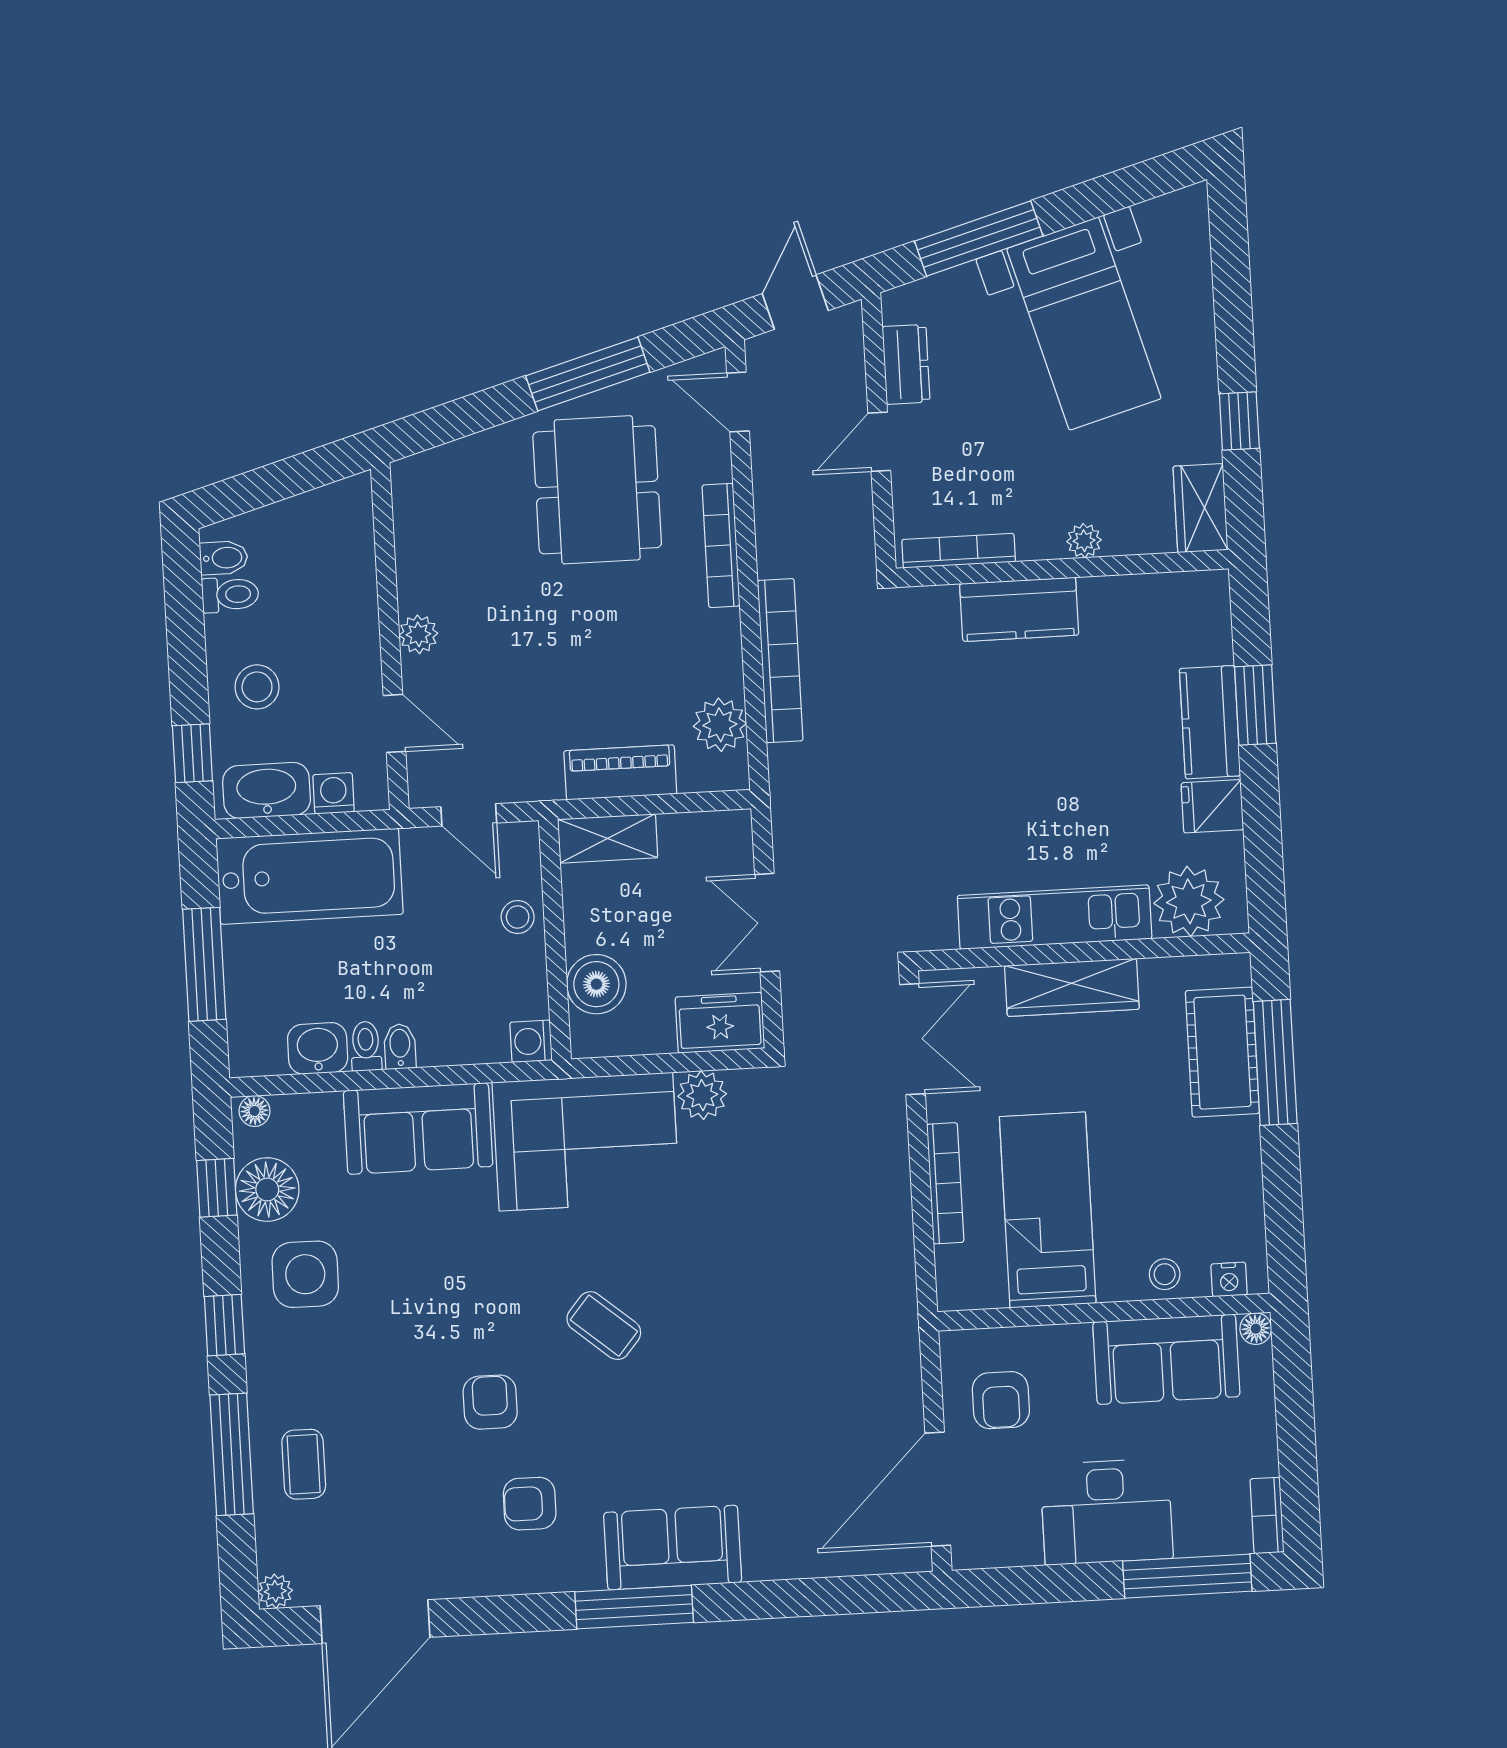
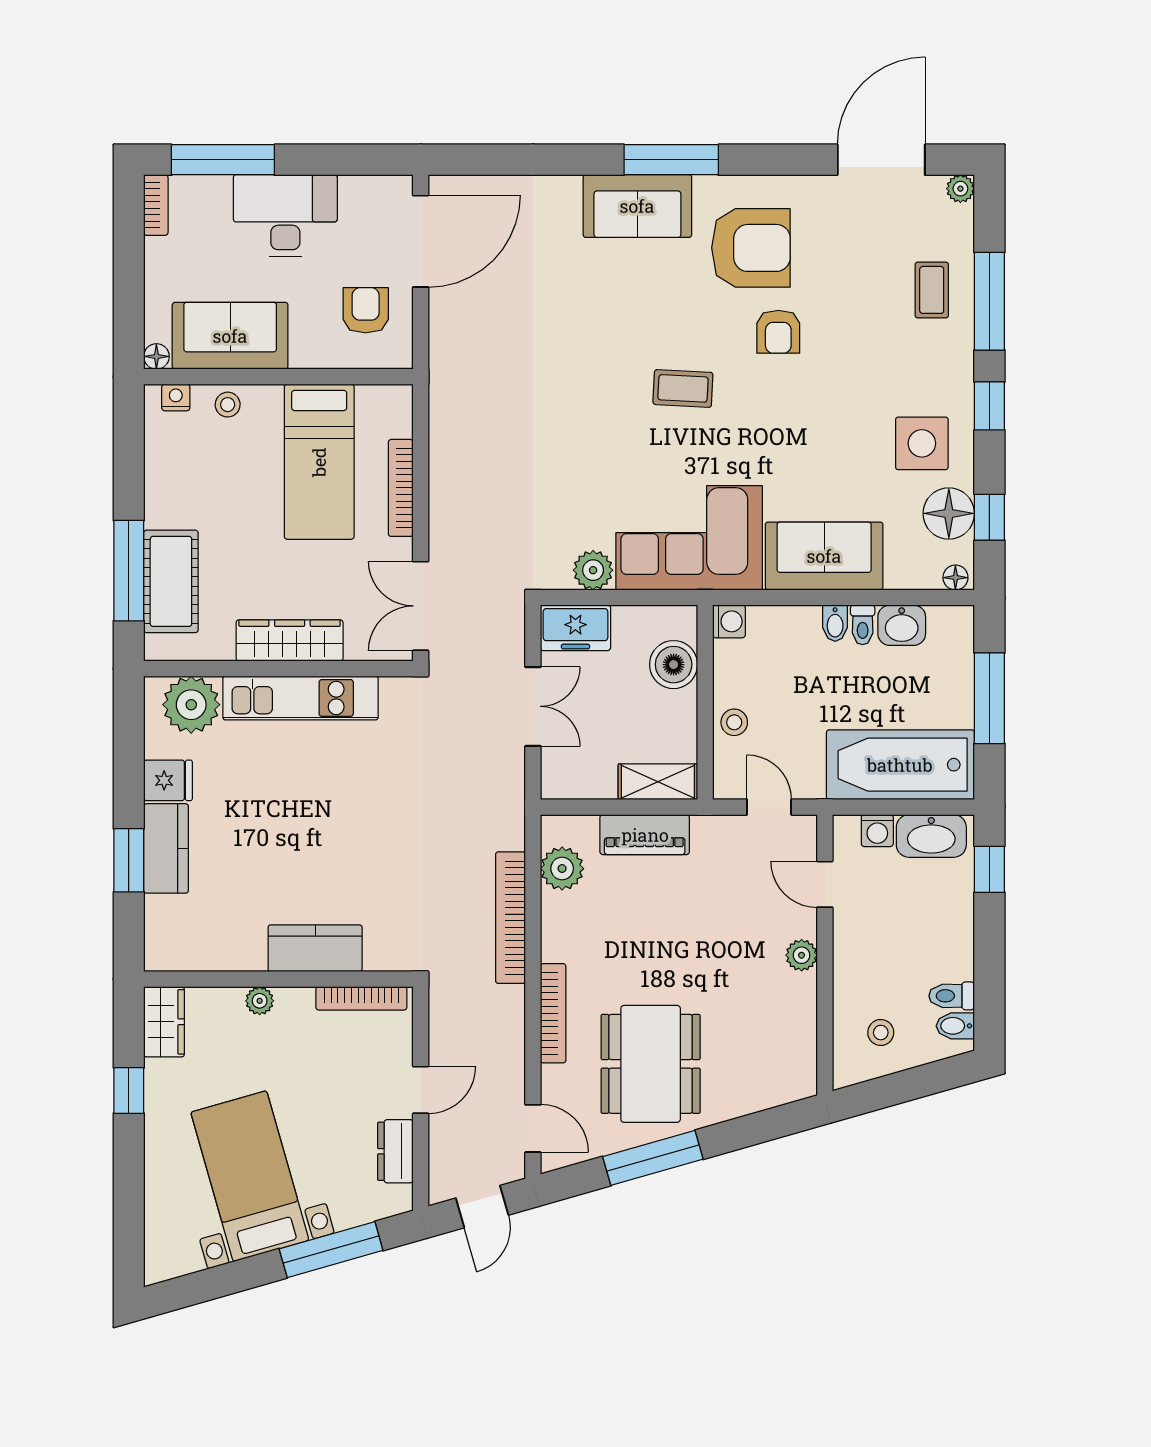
stool: (257, 687) -> (881, 1033), moved, width x0.73, depth x0.73
coffee table: (604, 1326) -> (683, 388), turned -37
armchair: (530, 1504) -> (751, 248), width x1.88, depth x1.88

